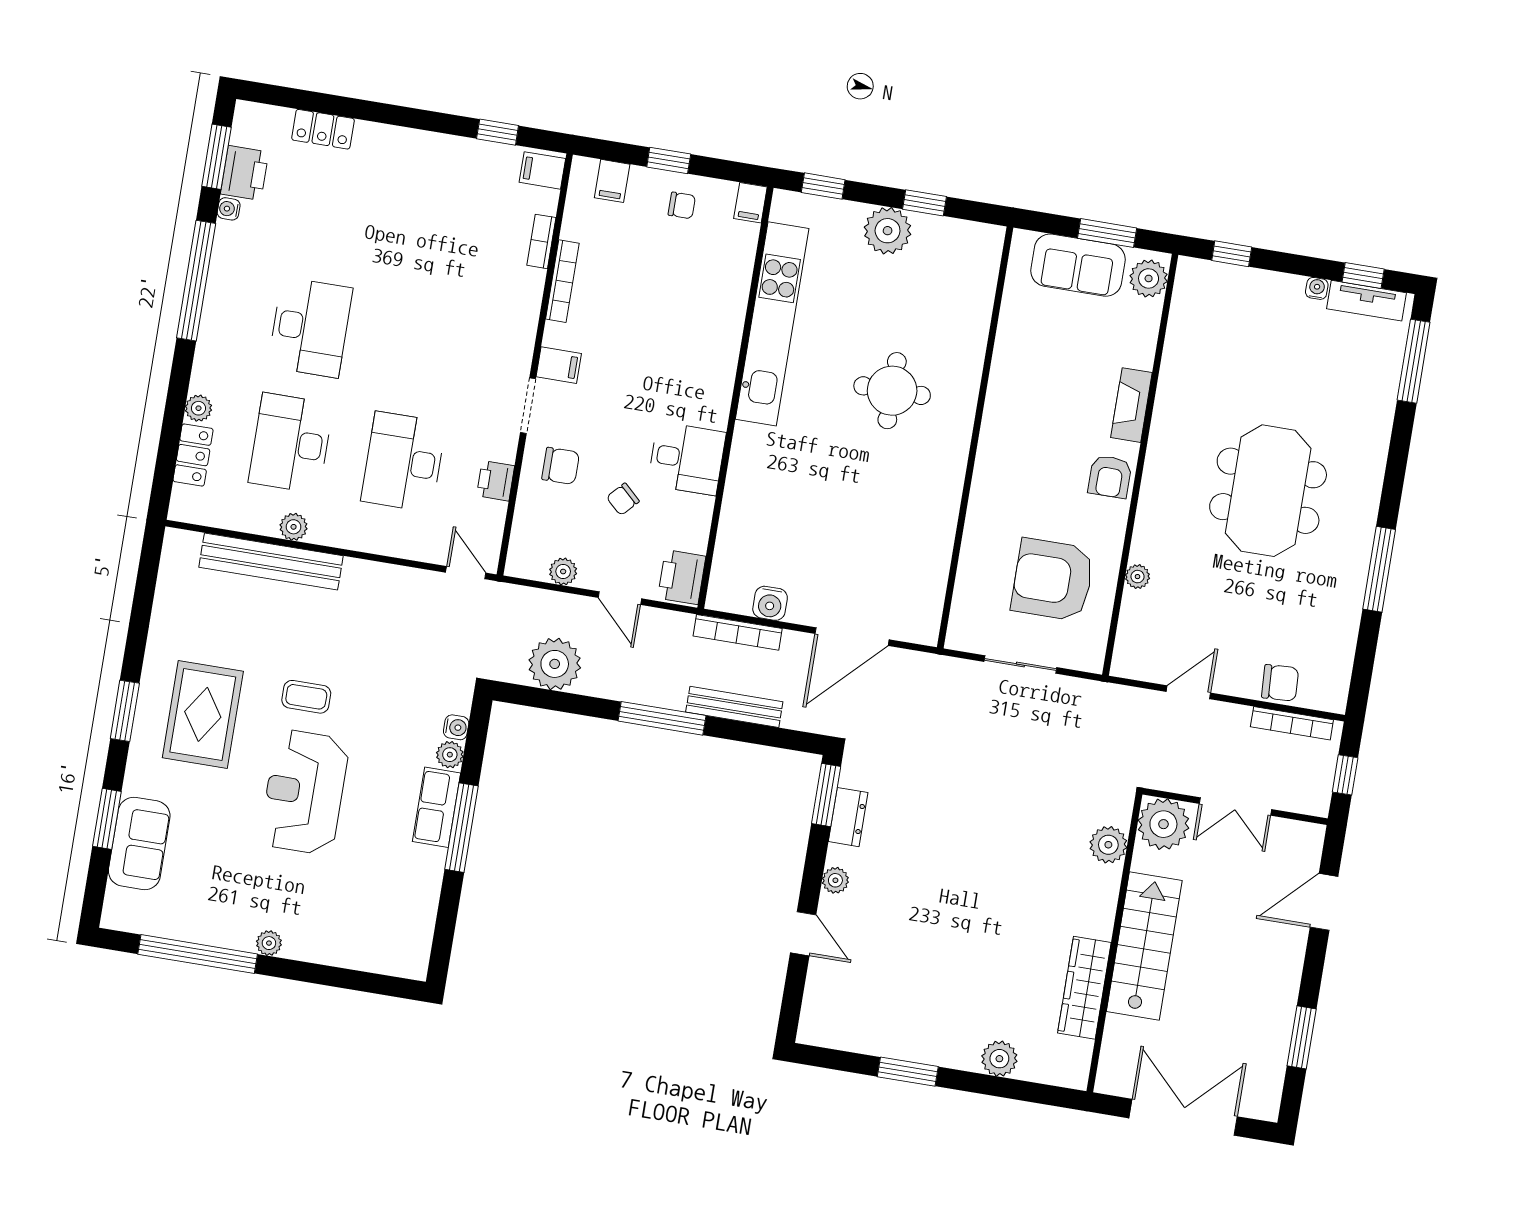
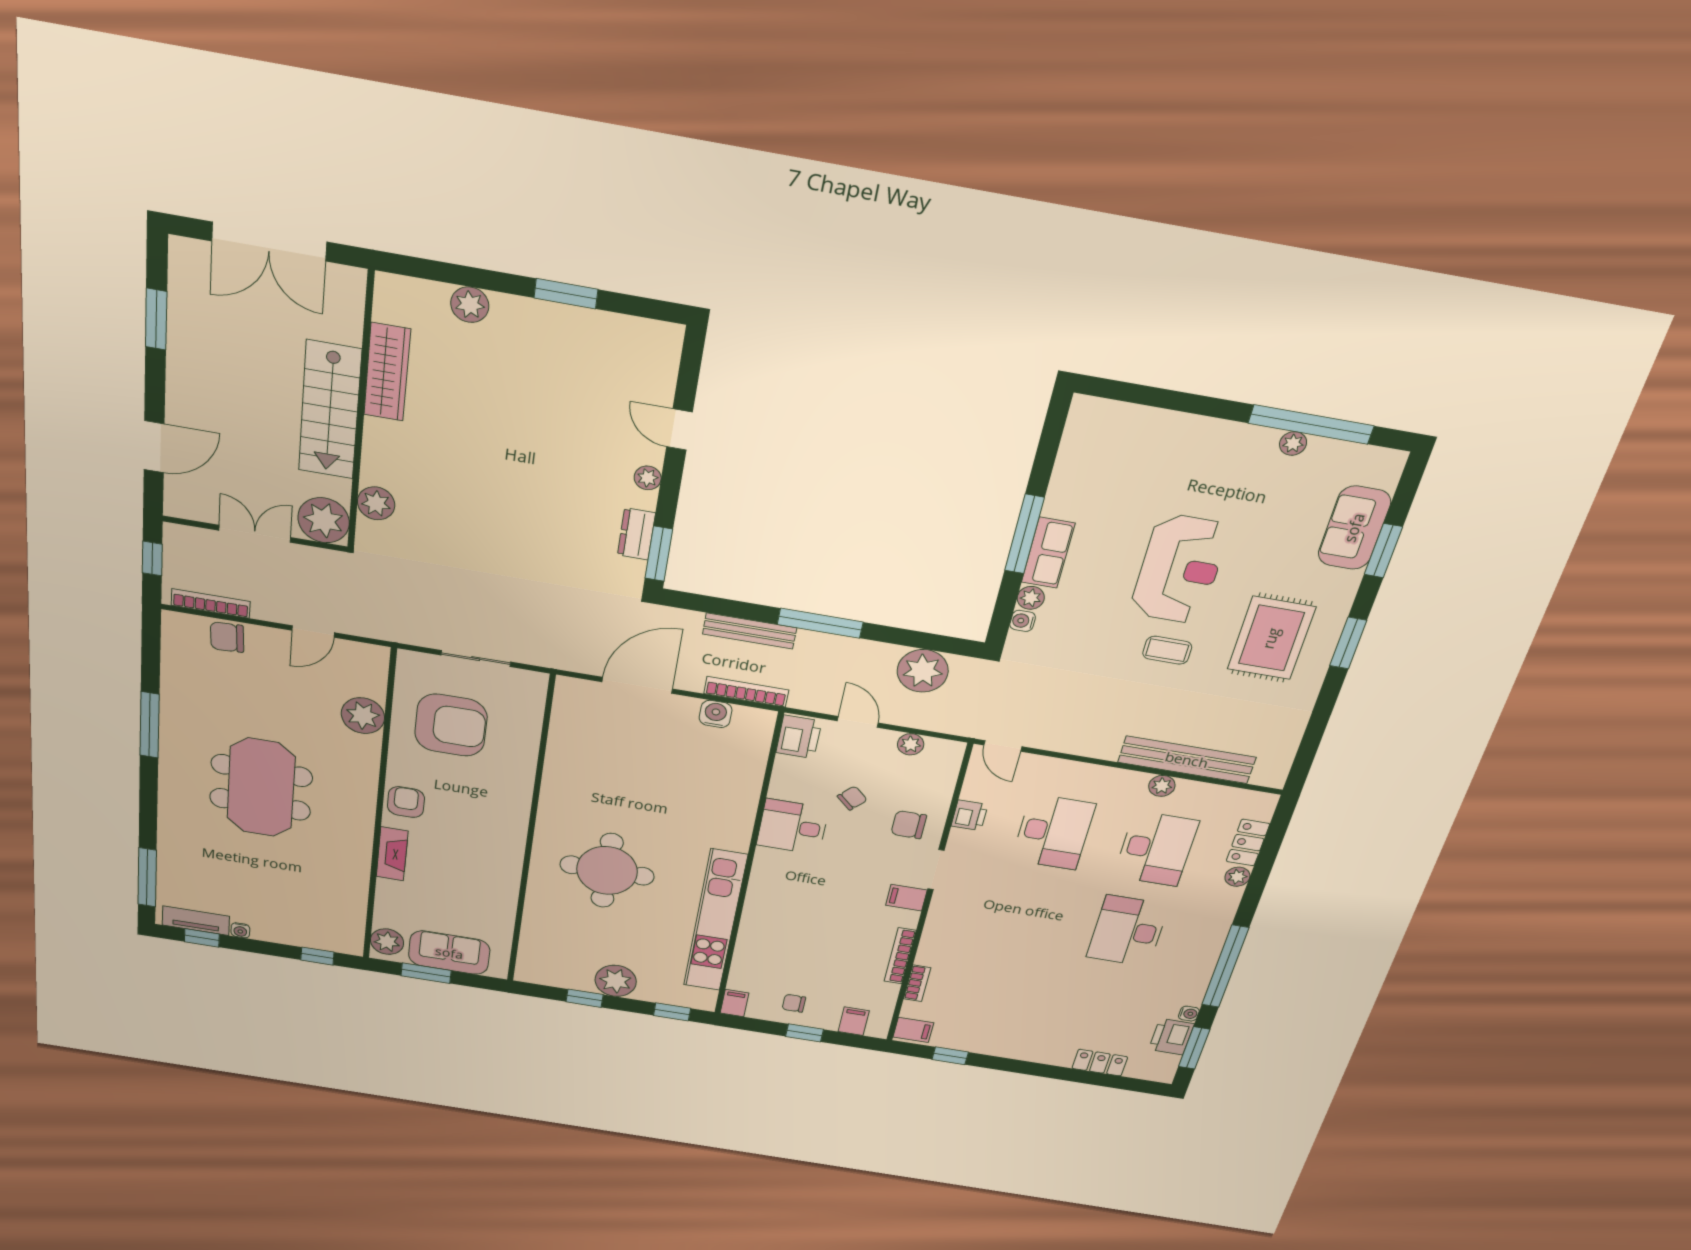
round table: (892, 391) -> (607, 871), width x1.36, depth x1.36
plant: (1138, 577) -> (363, 716), width x1.88, depth x1.88
plant: (269, 943) -> (1293, 443), moved

